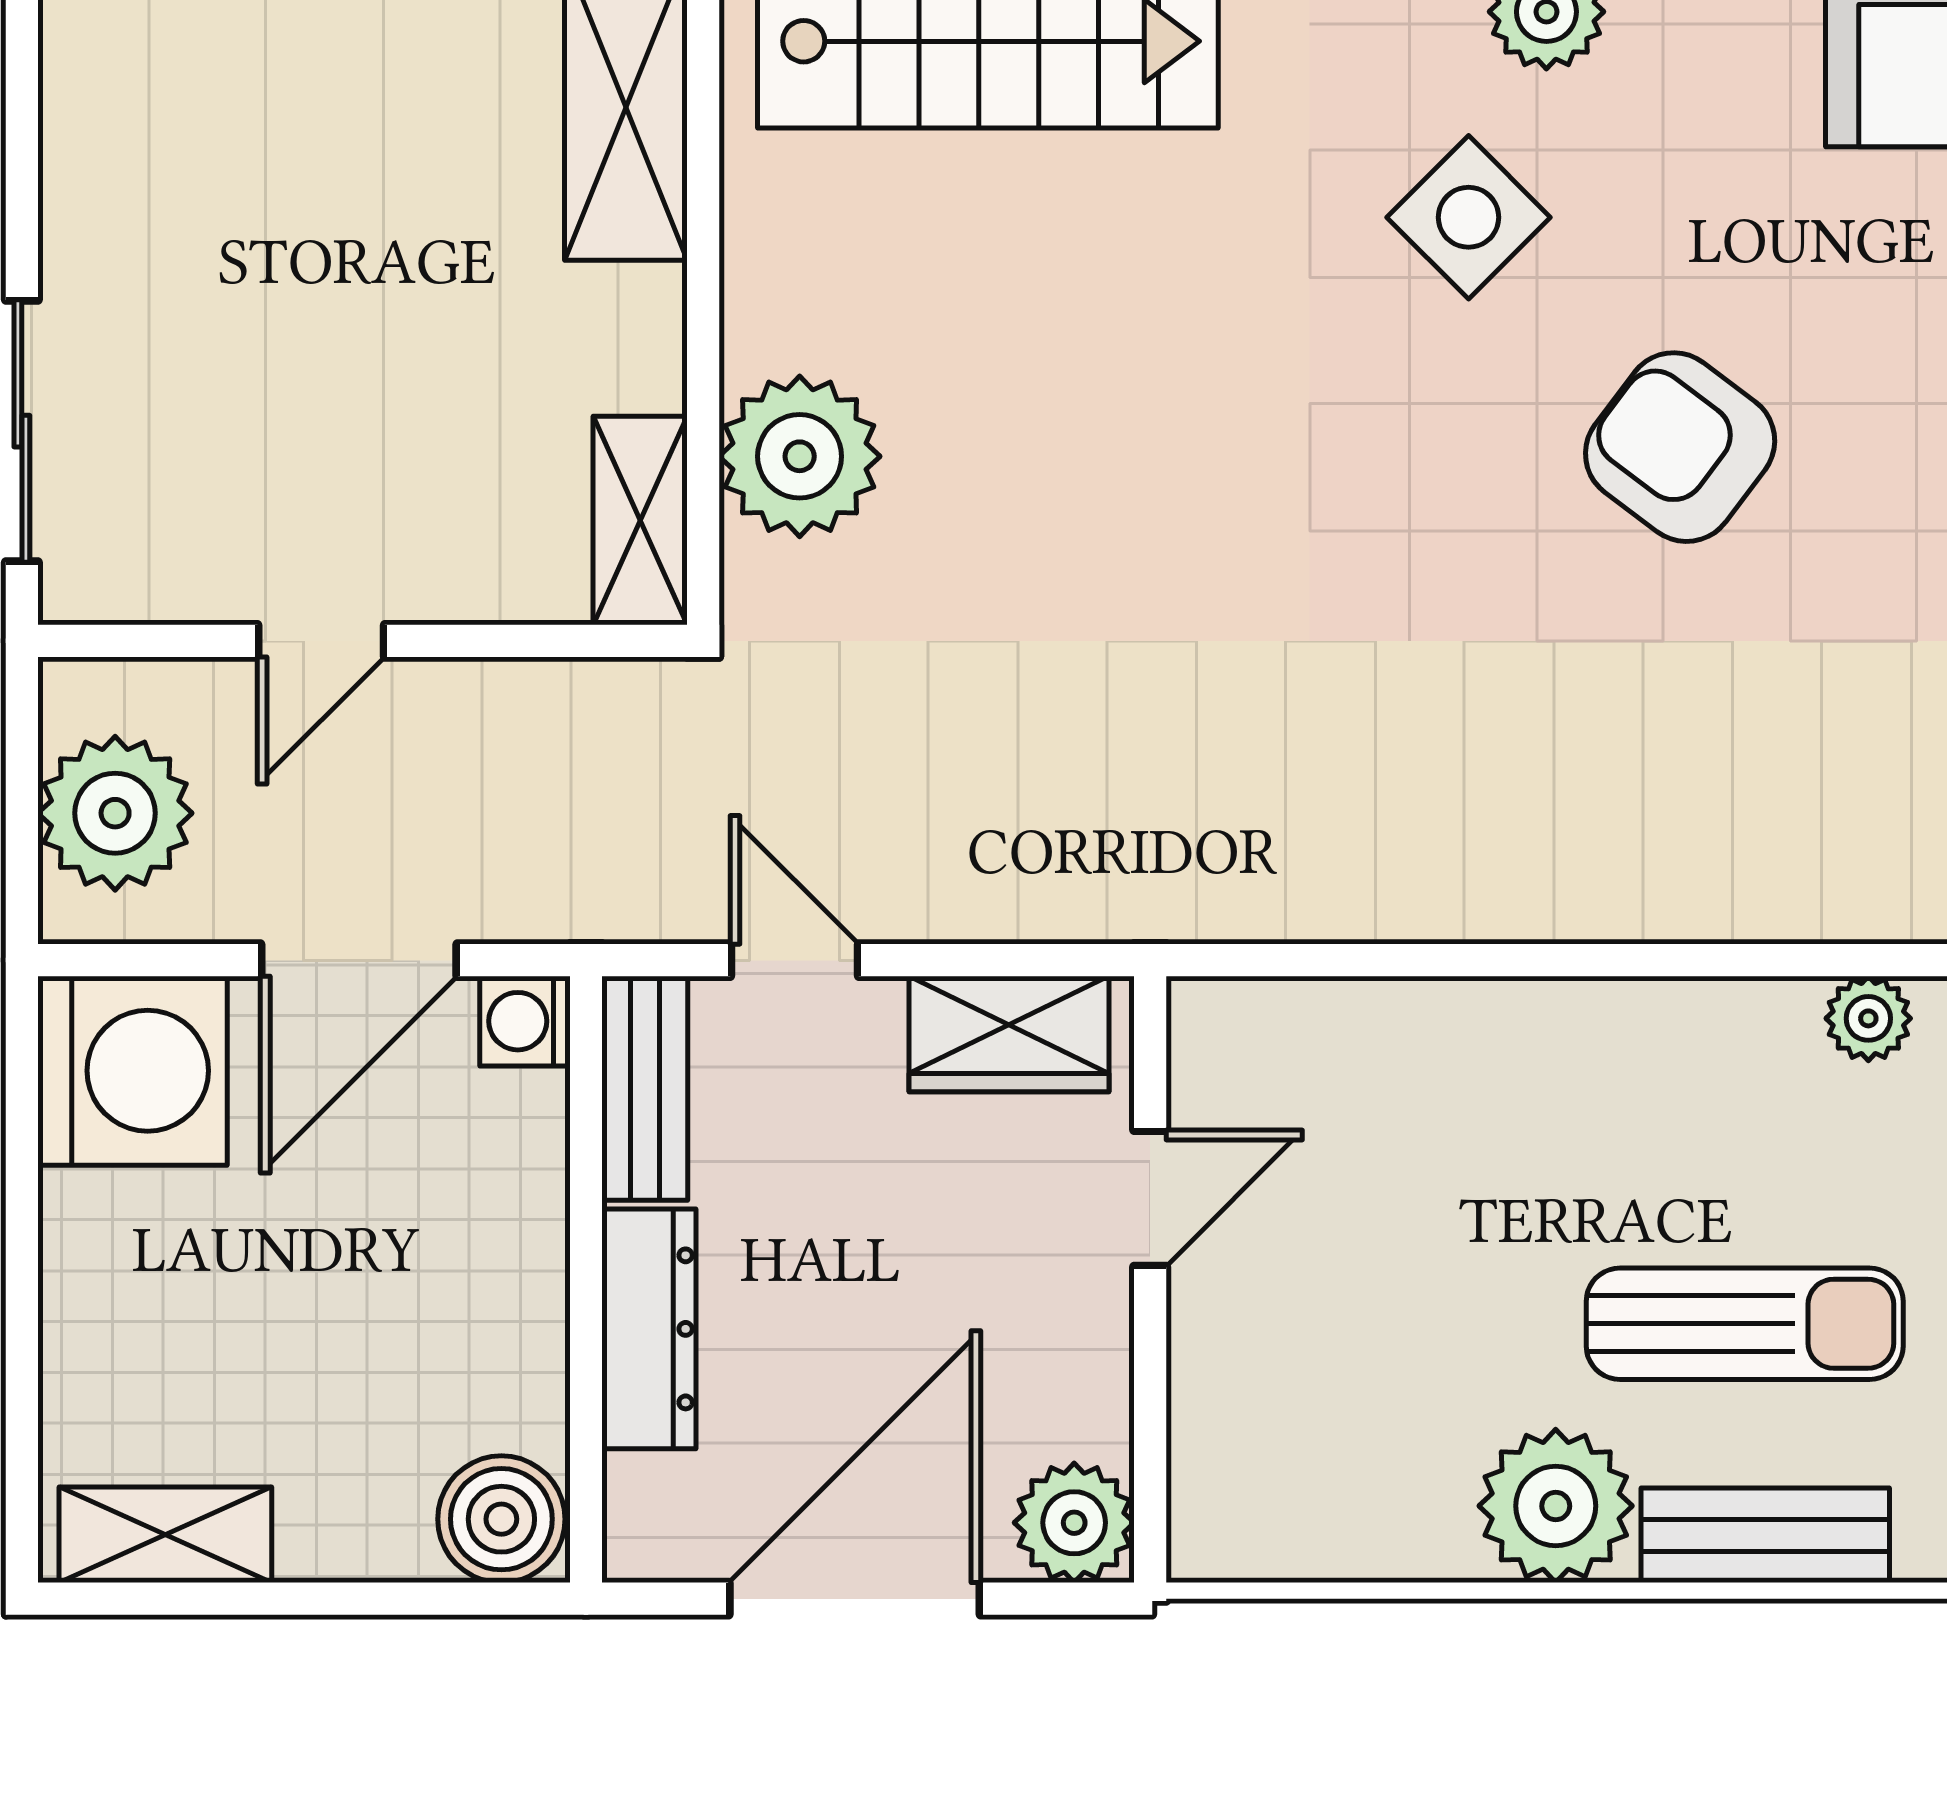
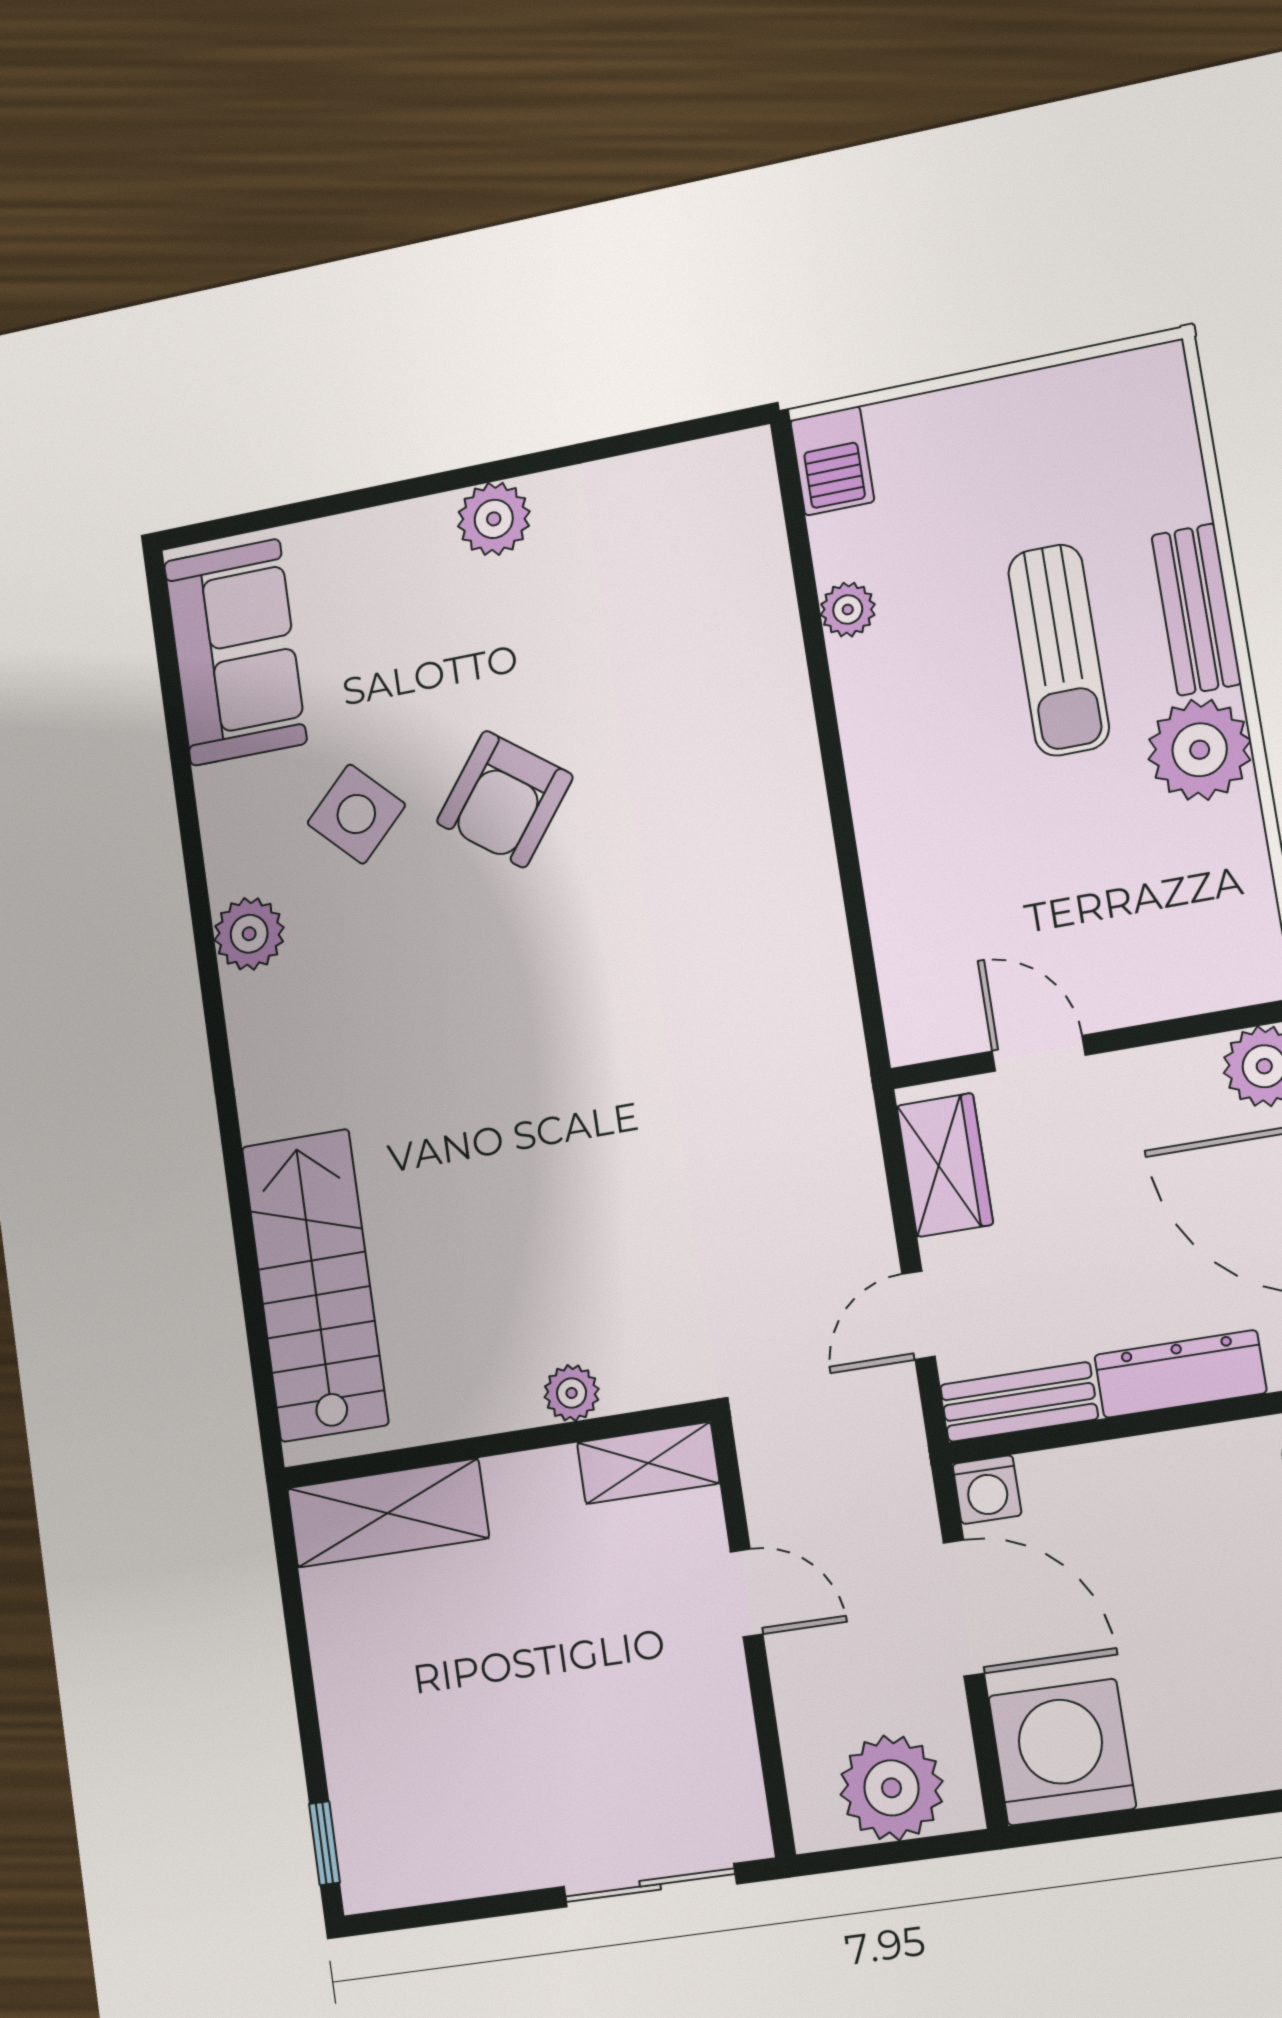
side table: (1469, 217) -> (356, 814), moved
plant: (800, 456) -> (572, 1393), width x0.53, depth x0.53
door: (321, 641) -> (747, 1593), moved
sun lounger: (1745, 1324) -> (1059, 650), turned 180

